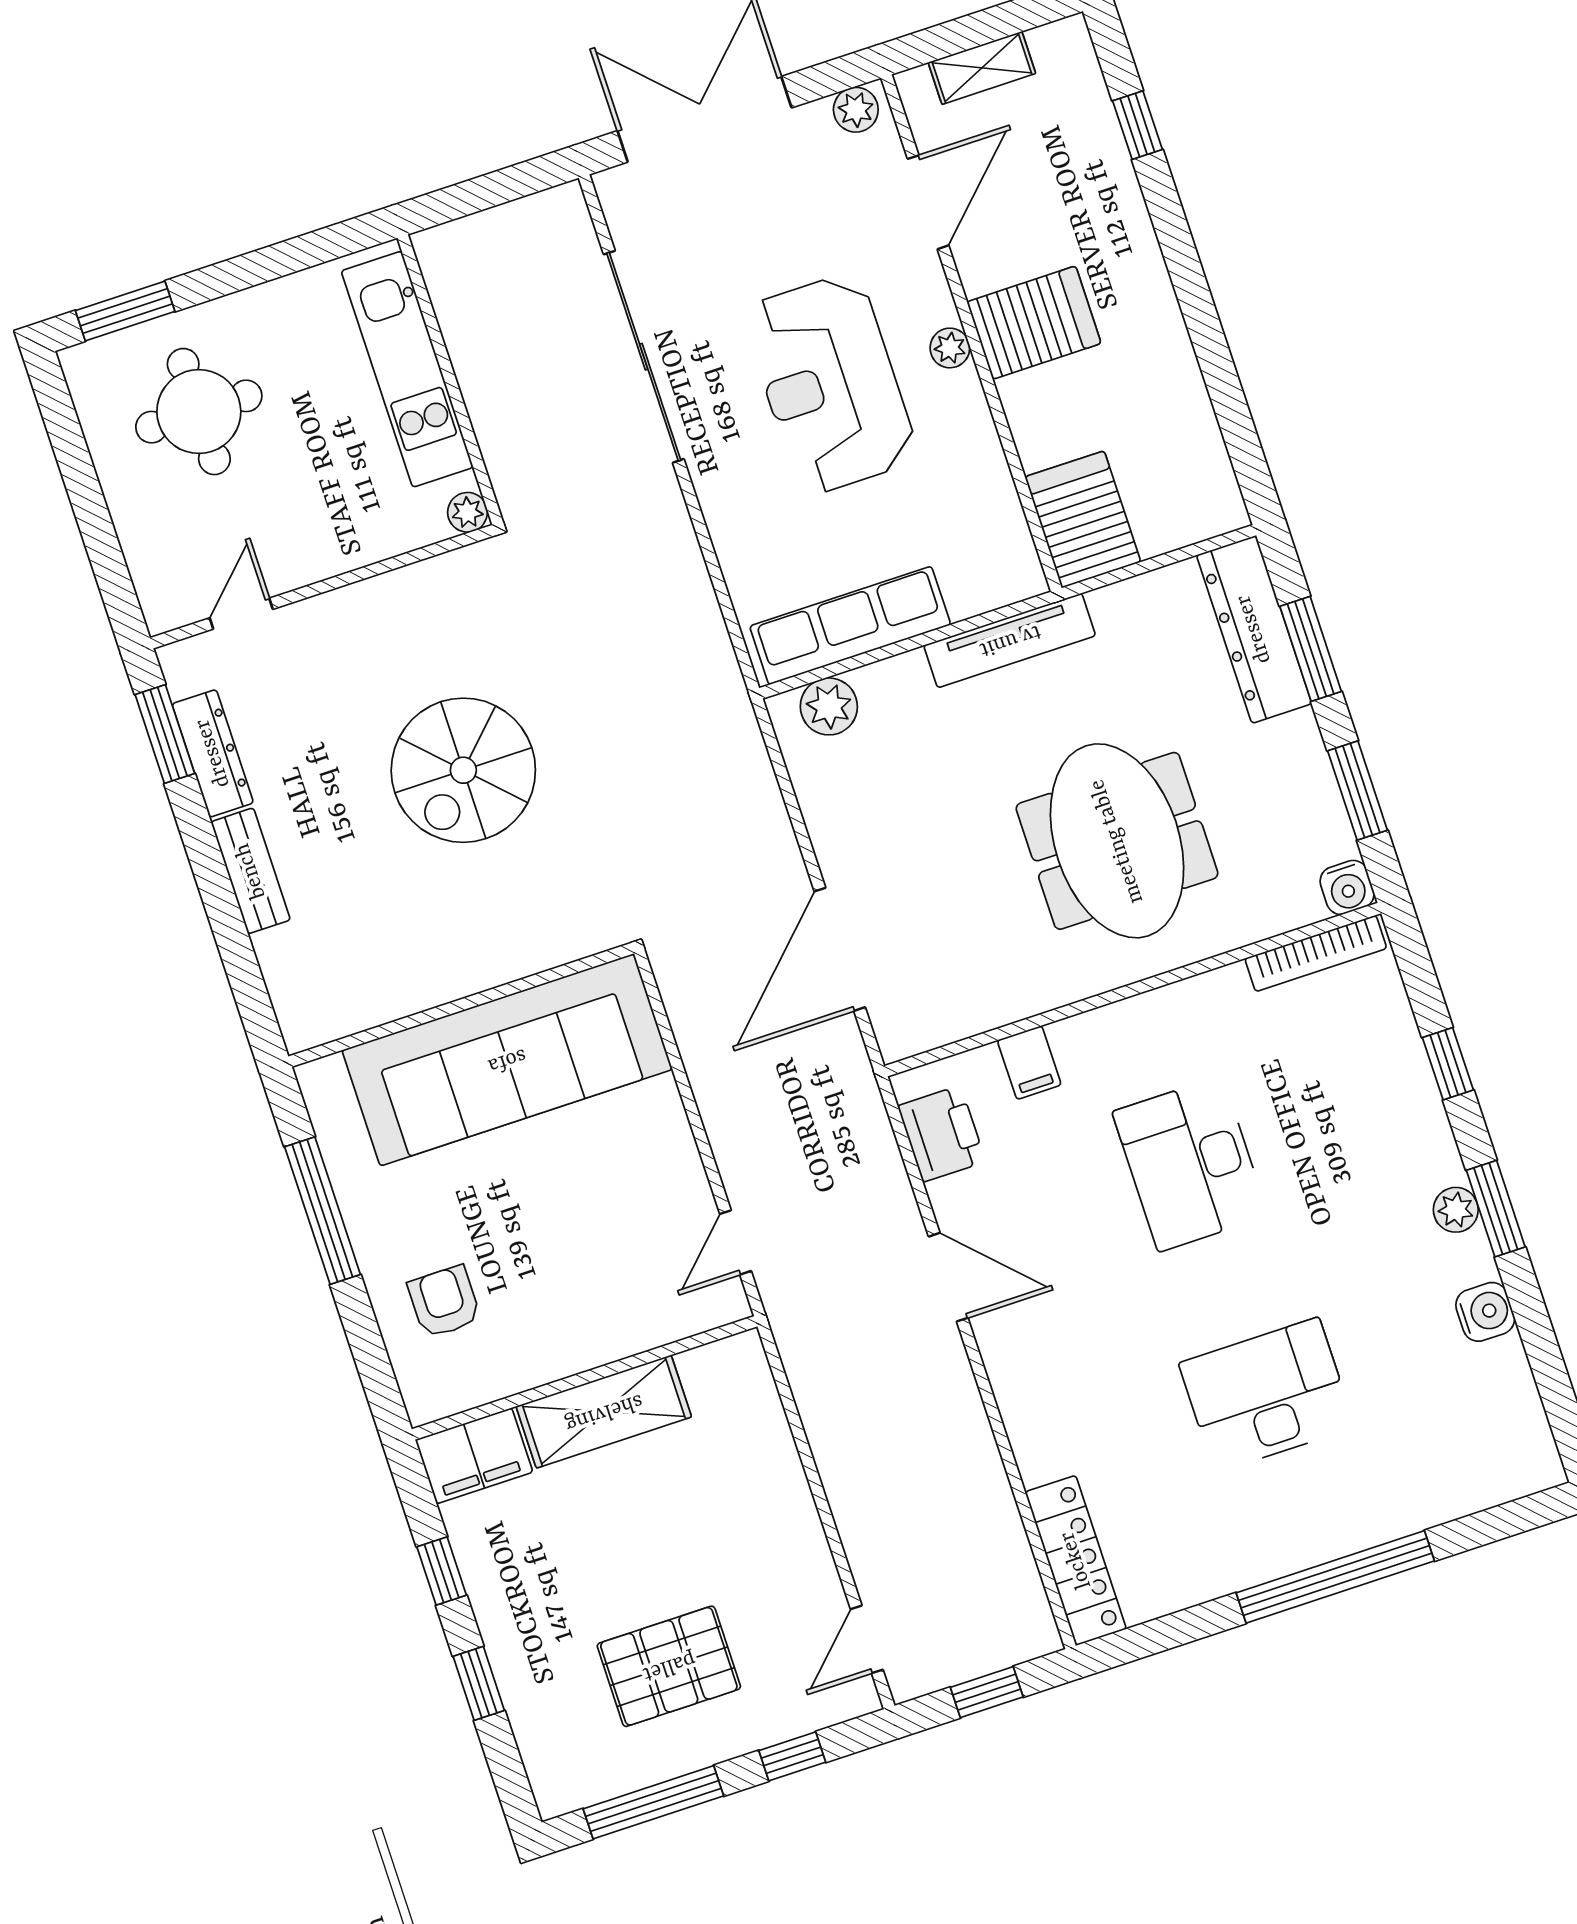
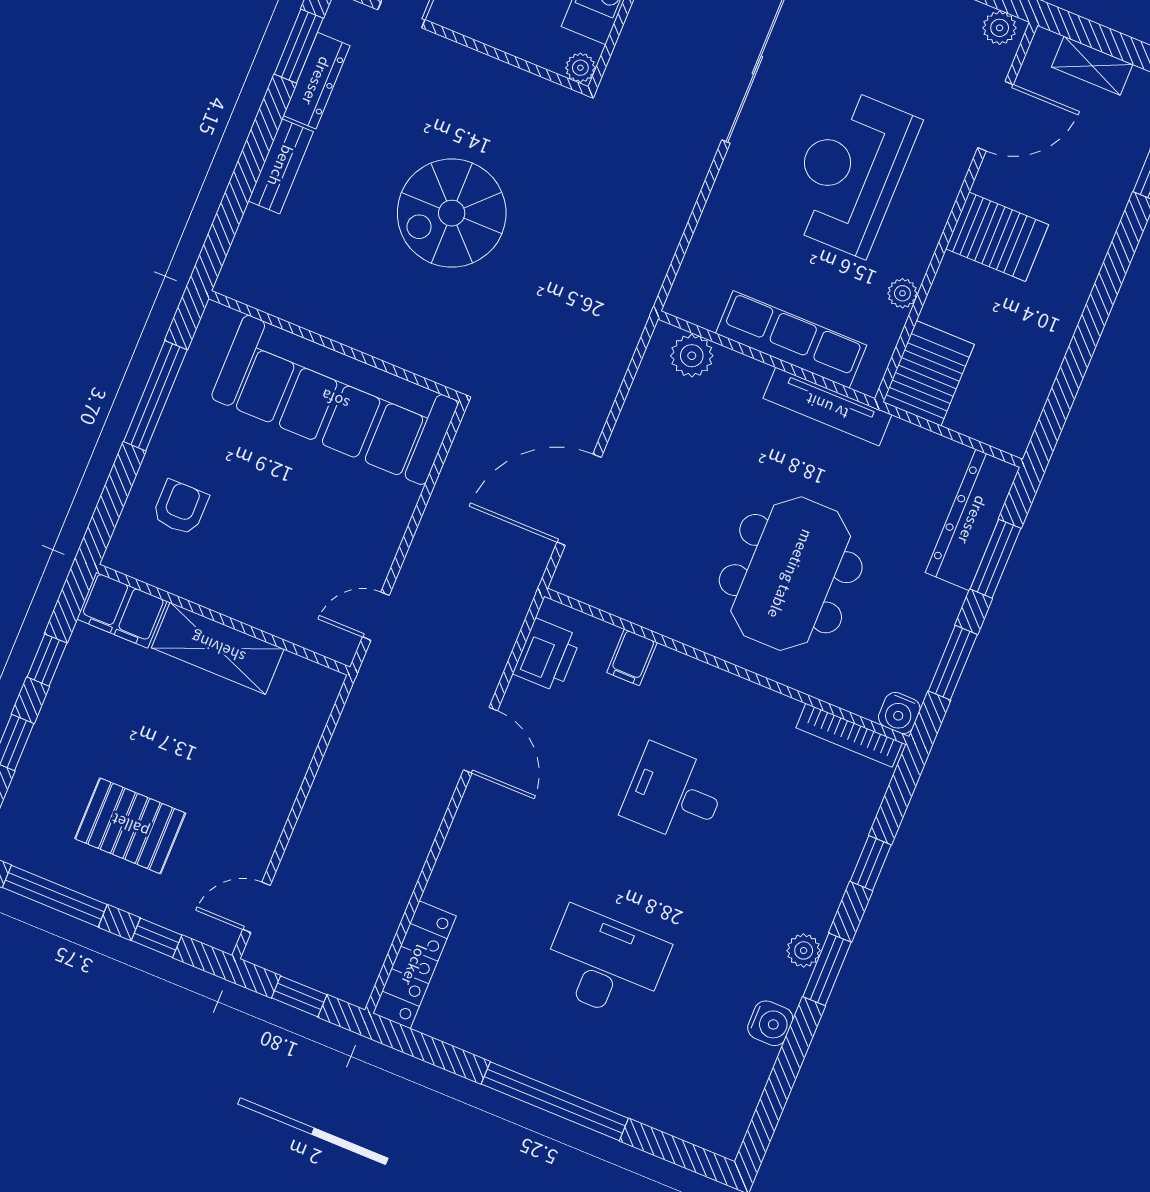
plant: (950, 348) -> (902, 293), moved
row of seats: (850, 626) -> (791, 339), moved
desk: (1190, 1164) -> (674, 794), width x0.73

